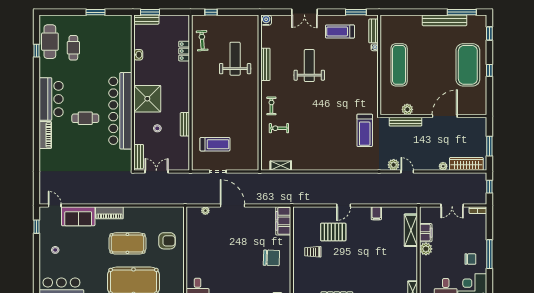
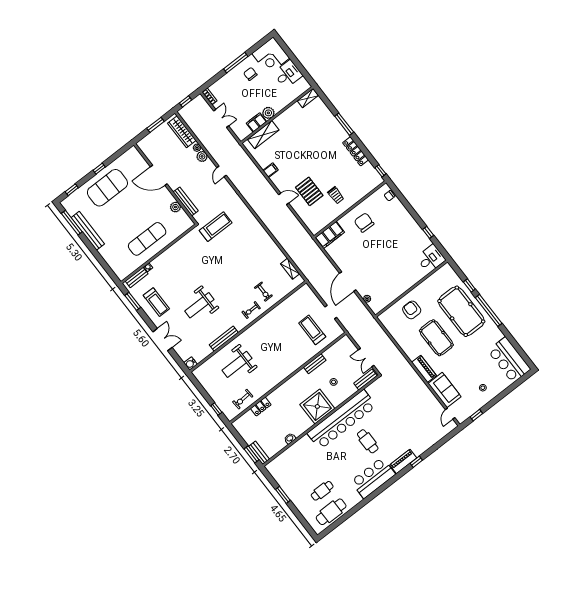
window: (36, 51) -> (416, 462), moved
plant: (394, 165) -> (202, 156), moved

